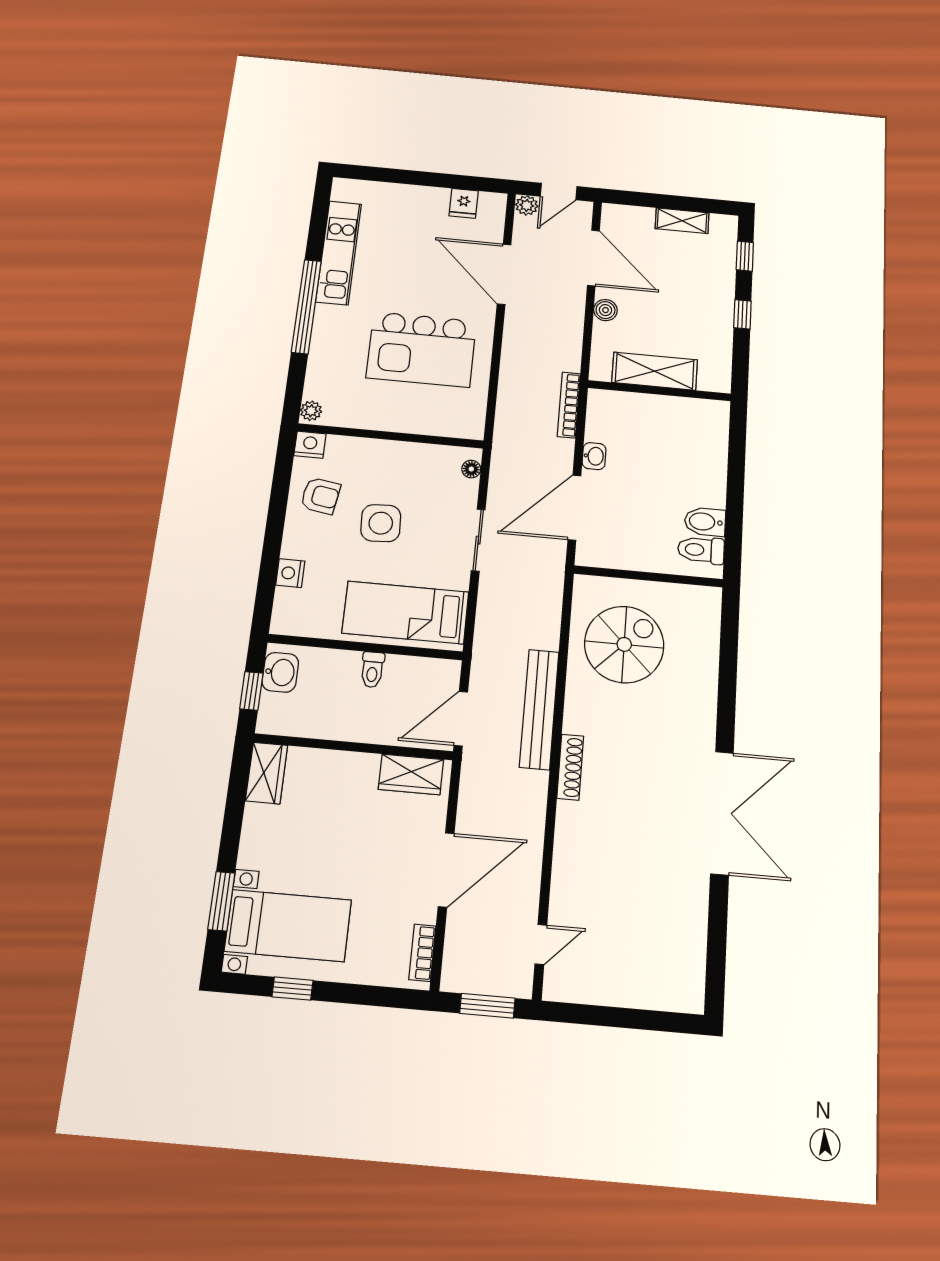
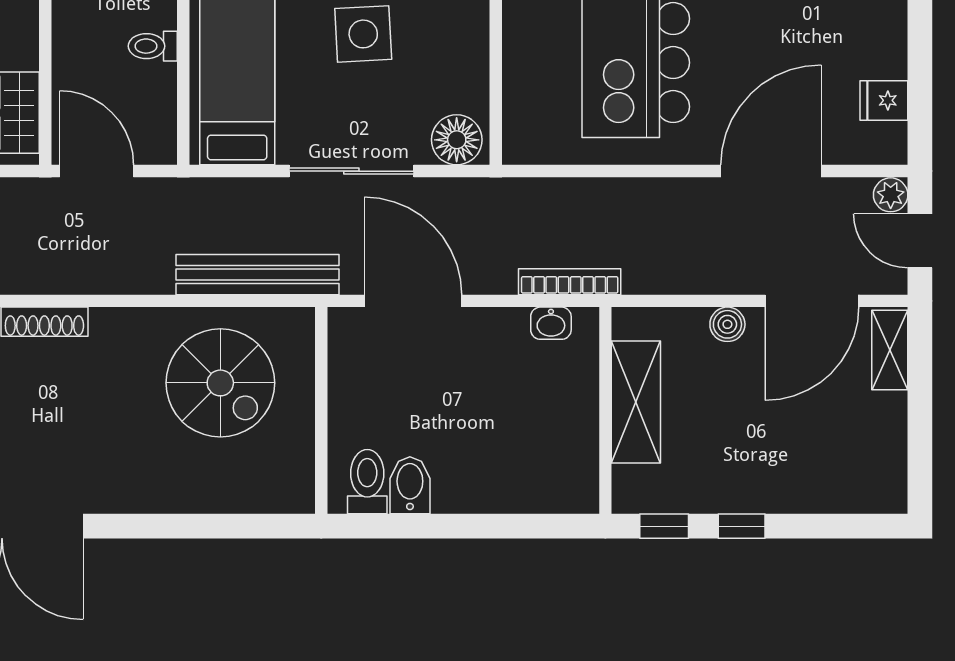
shelving: (682, 221) -> (890, 350), moved
window: (745, 256) -> (664, 526), moved
washbasin: (594, 456) -> (551, 323), moved
floor lamp: (471, 469) -> (457, 140), width x1.89, depth x1.89
sliding door: (478, 540) -> (351, 171), width x1.37
bench: (539, 709) -> (257, 275), moved

